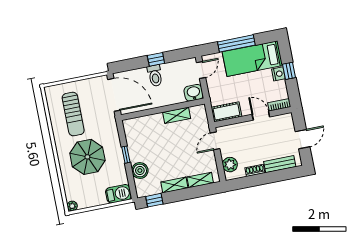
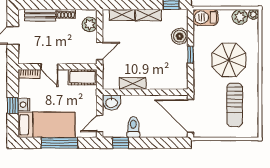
window: (156, 59) -> (121, 143), moved
toilet: (155, 76) -> (133, 127), moved
sun lounger: (73, 114) -> (235, 105), turned 180
plant: (85, 201) -> (240, 17), added

